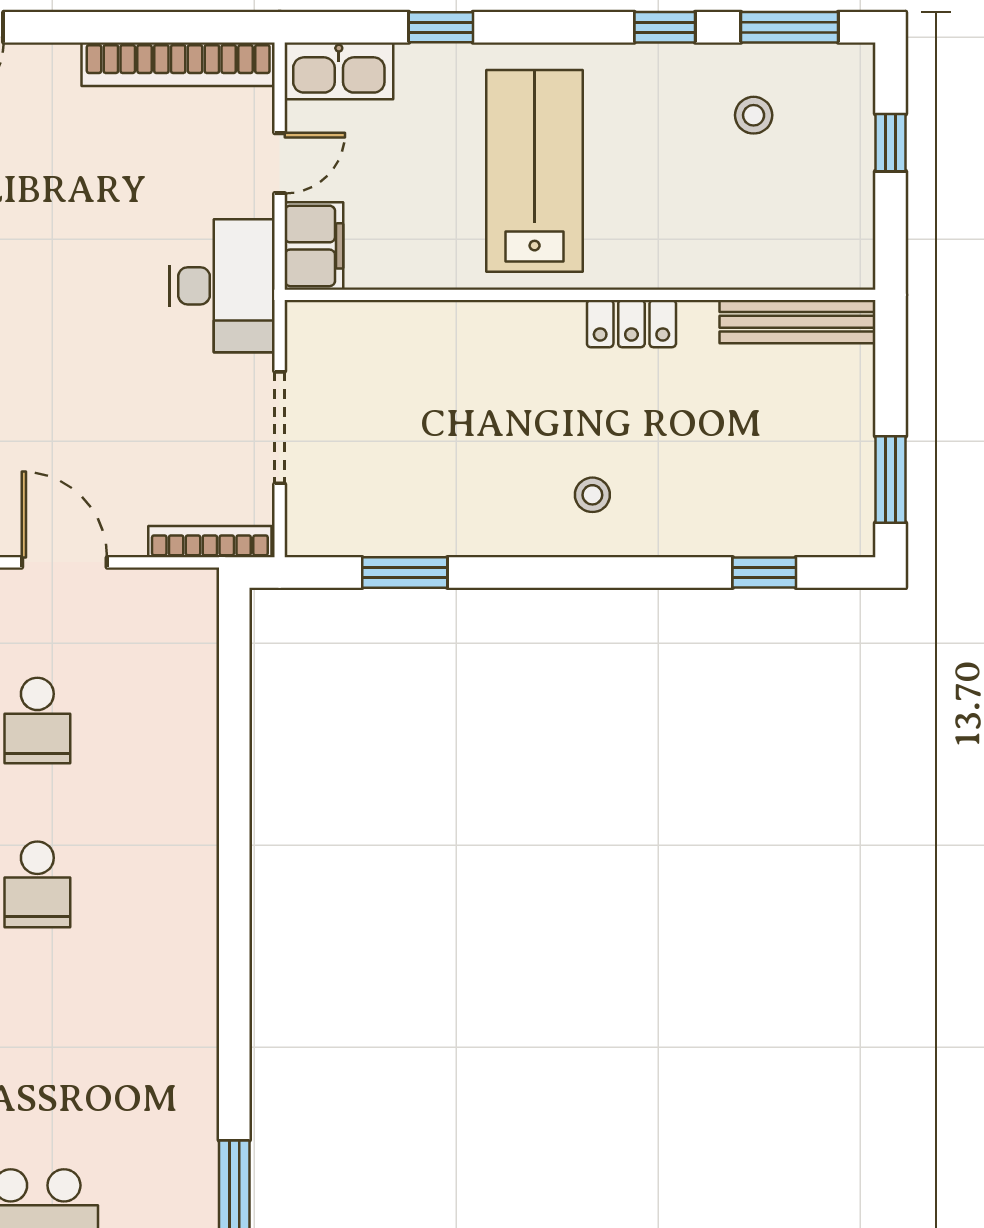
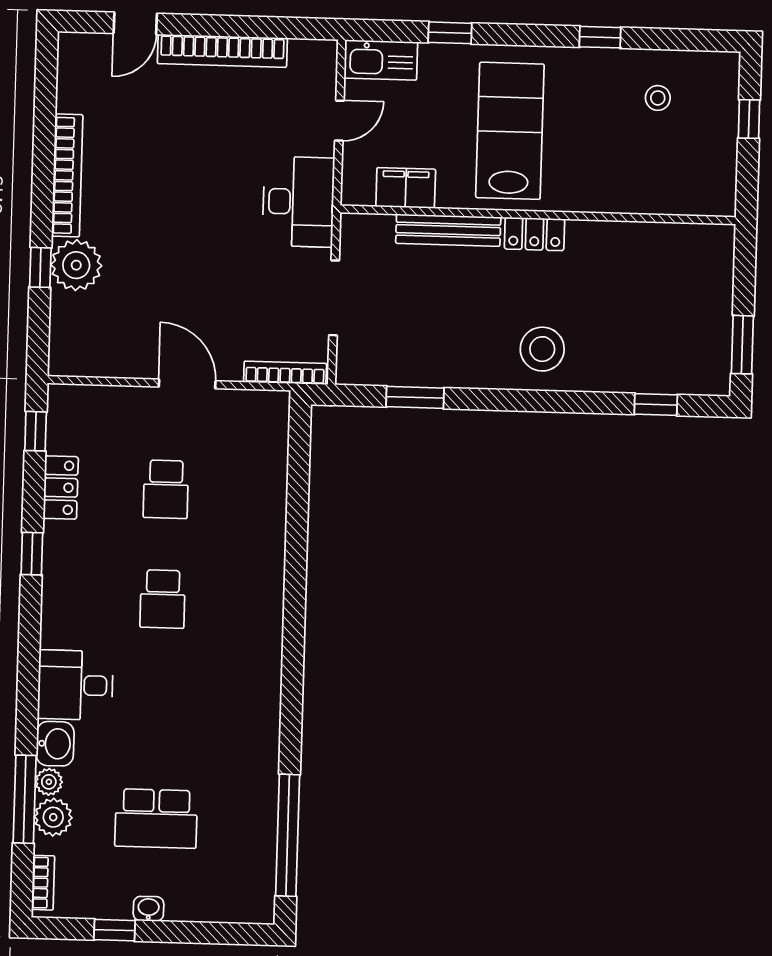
window: (790, 27) -> (684, 40), removed
bookcase: (178, 64) -> (222, 51), moved
filing cabinet: (314, 246) -> (406, 188), moved, turned -90
bench: (798, 322) -> (448, 230), moved
locker: (631, 324) -> (534, 234), moved
stool: (592, 495) -> (542, 349), width x1.89, depth x1.89

